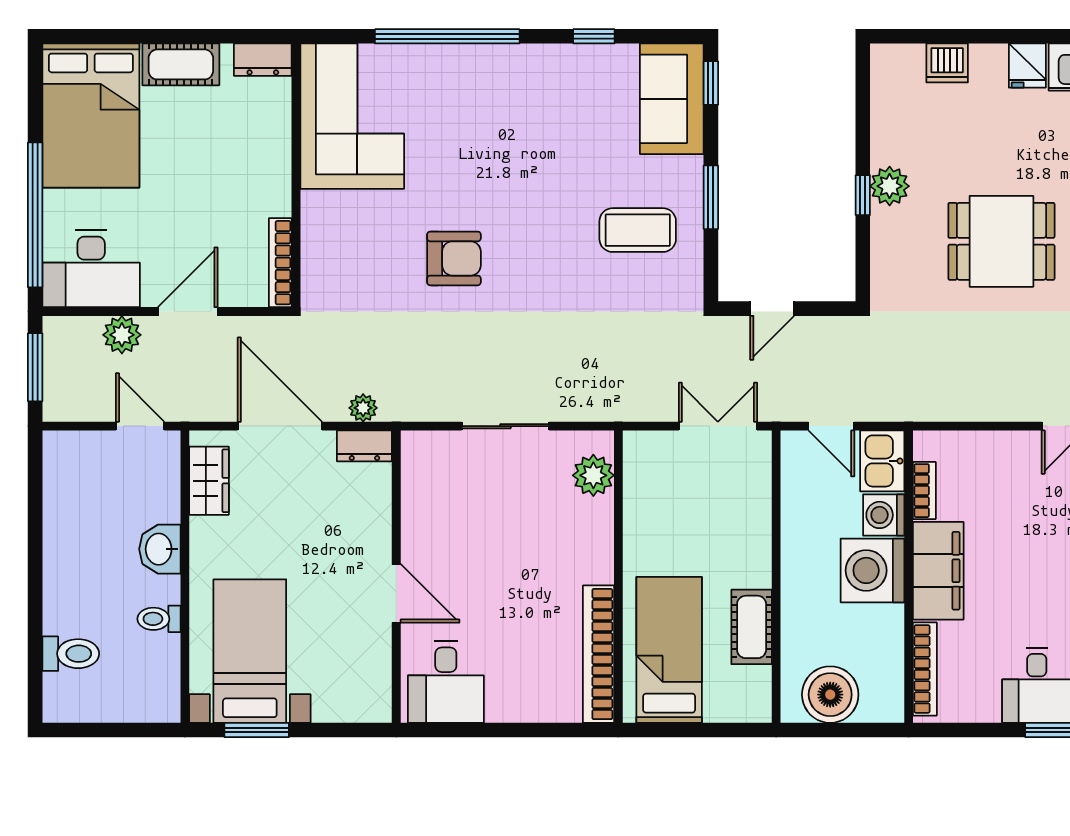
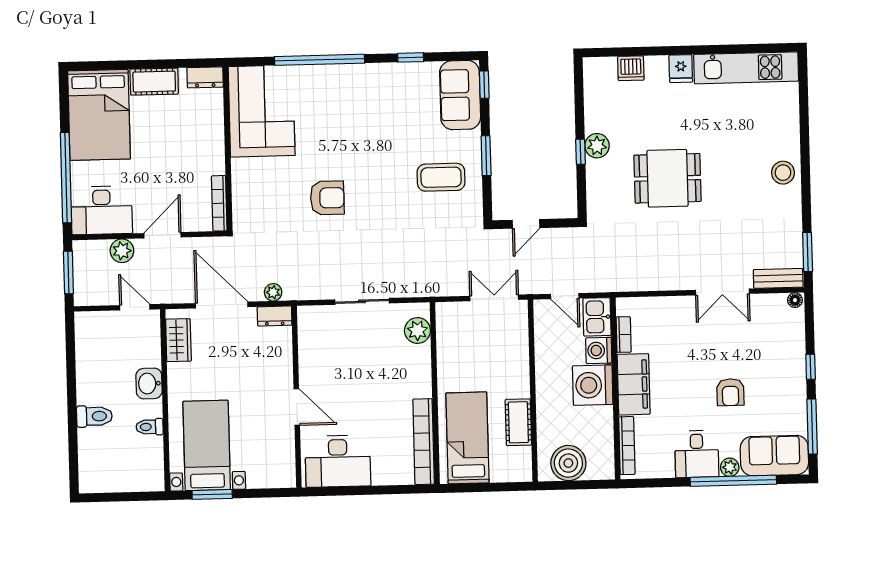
toilet: (71, 654) -> (94, 416), moved
desk: (446, 682) -> (338, 461), width x1.37

